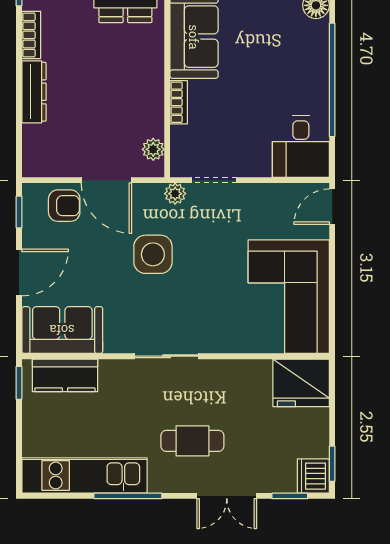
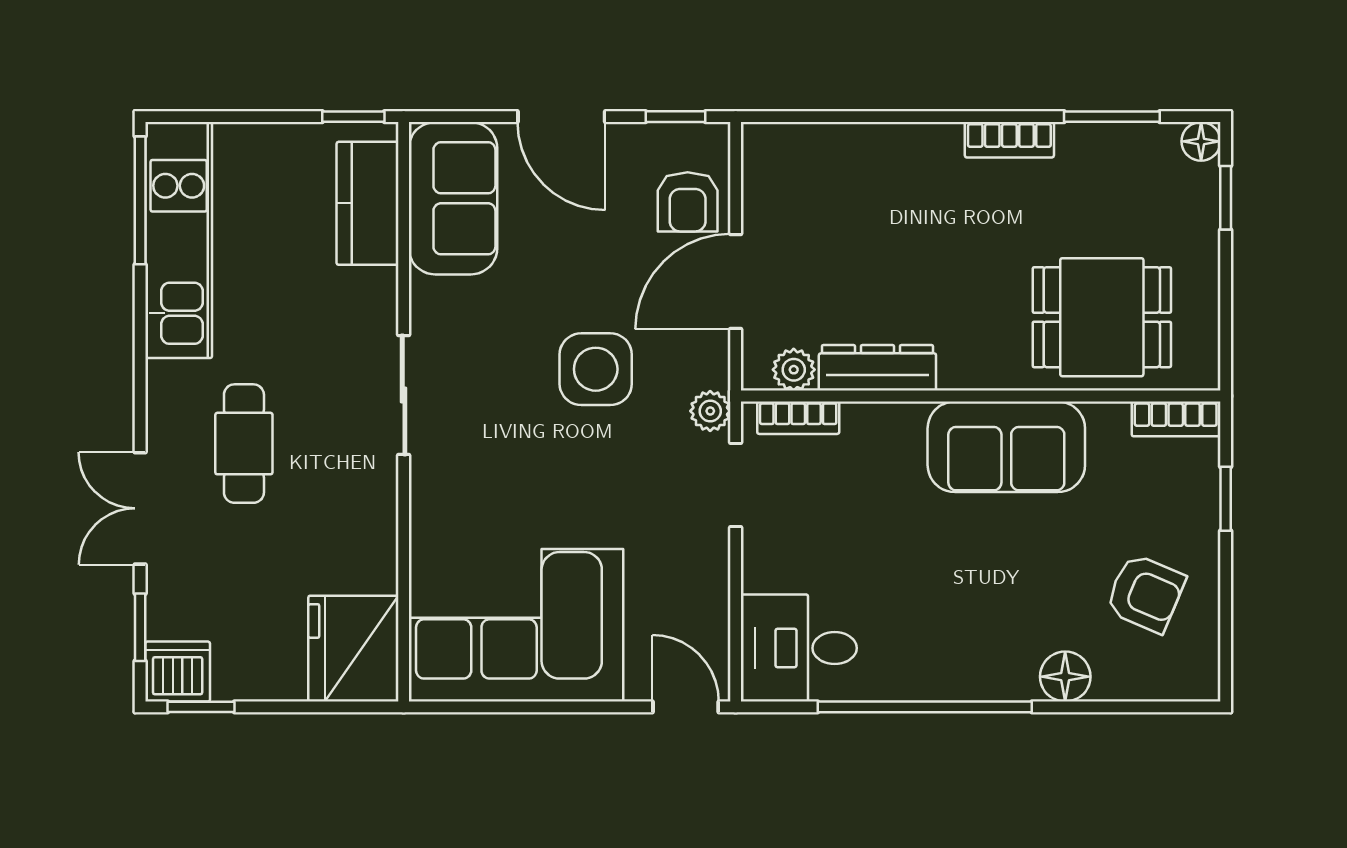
dresser: (34, 92) -> (877, 368), moved, turned 180
bookcase: (179, 102) -> (798, 418), moved
window: (128, 496) -> (140, 200), moved

